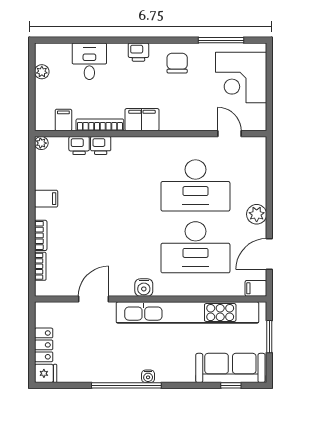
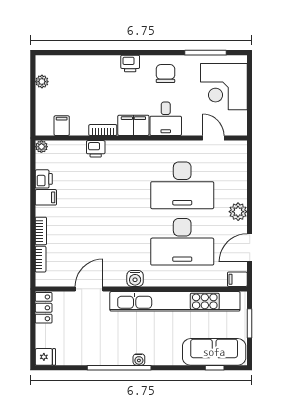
desk: (89, 61) -> (166, 119), moved, turned 180
bookcase: (100, 125) -> (103, 130), width x0.64
printer: (79, 146) -> (44, 179), moved, turned -90
locker: (44, 345) -> (44, 308), moved

